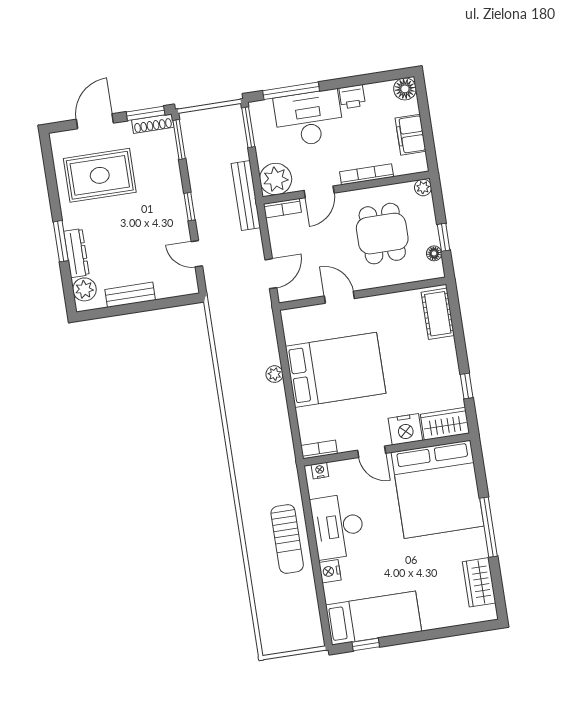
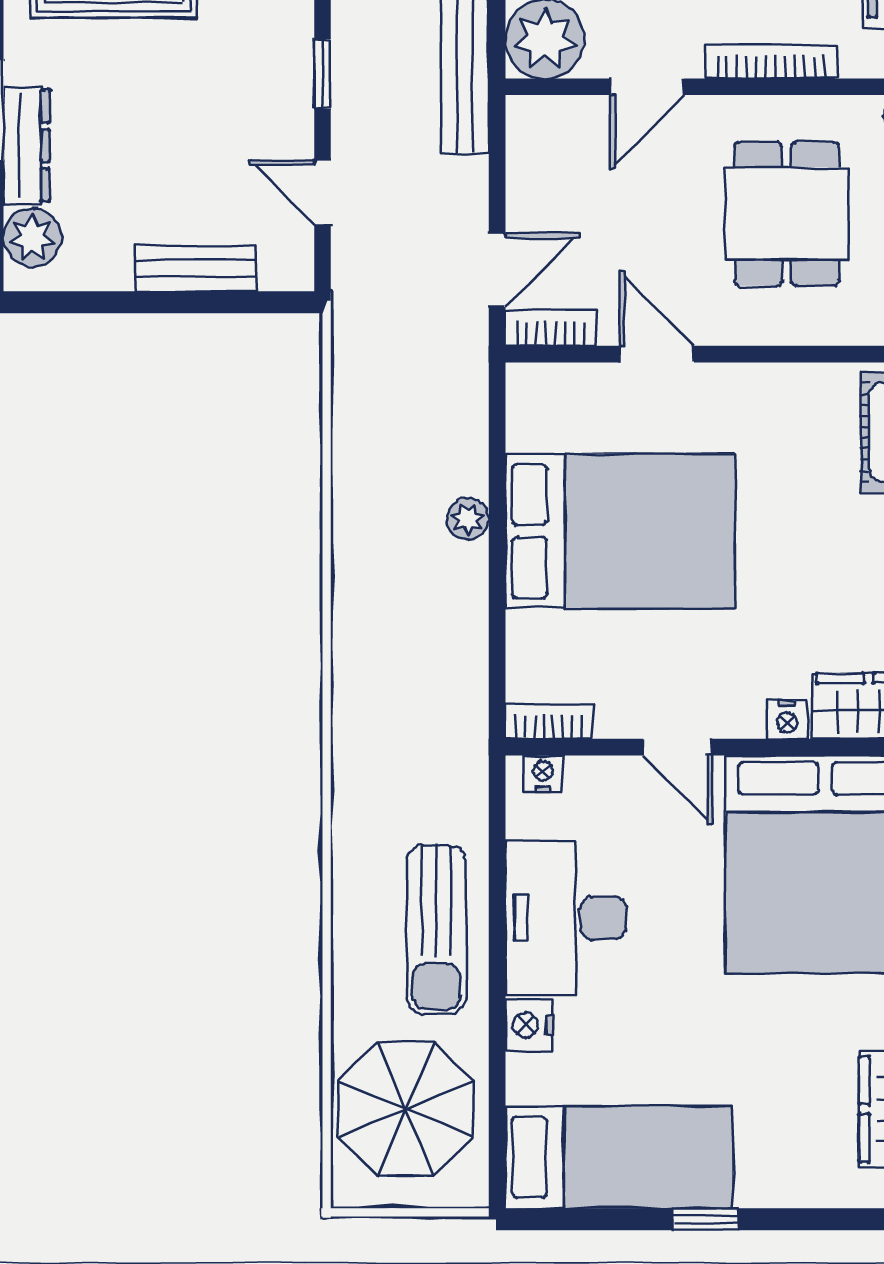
bookcase: (282, 208) -> (550, 328), moved, turned 180
bench: (130, 295) -> (195, 268), moved
nightstand: (405, 429) -> (787, 720), width x0.53, depth x0.56
parasol: (286, 612) -> (406, 1109), added
window: (366, 644) -> (706, 1219), moved

